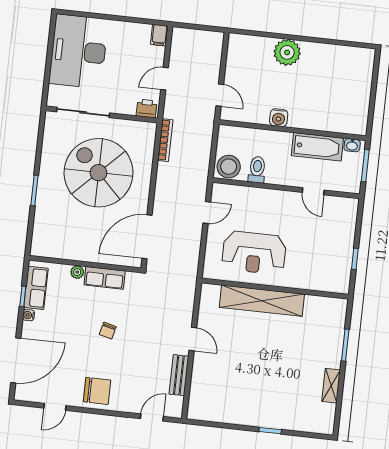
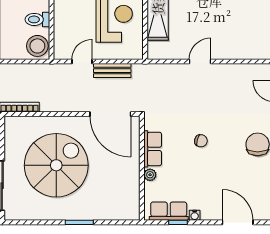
spiral stairs: (98, 173) -> (56, 165), turned 180
door: (207, 212) -> (82, 62), hinge flipped
door: (16, 360) -> (238, 222), width x0.73
bench: (179, 375) -> (112, 71), moved

